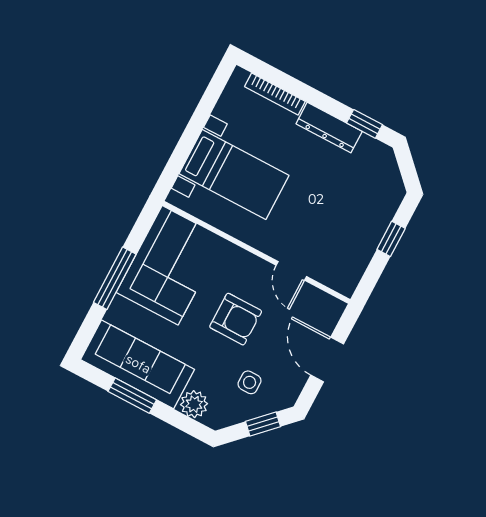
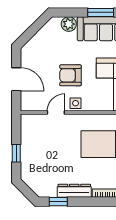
door: (291, 271) -> (56, 113), hinge flipped
side table: (250, 382) -> (76, 103), moved
window: (263, 424) -> (31, 32), removed

